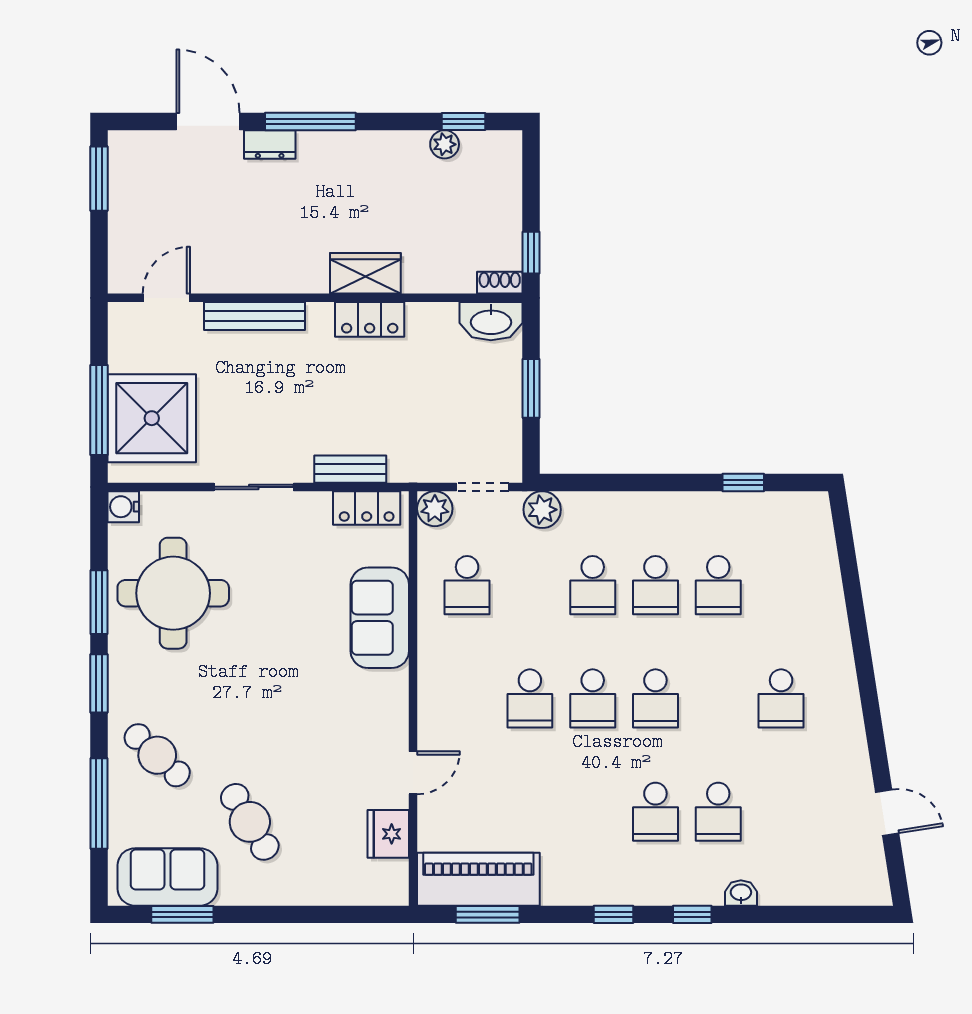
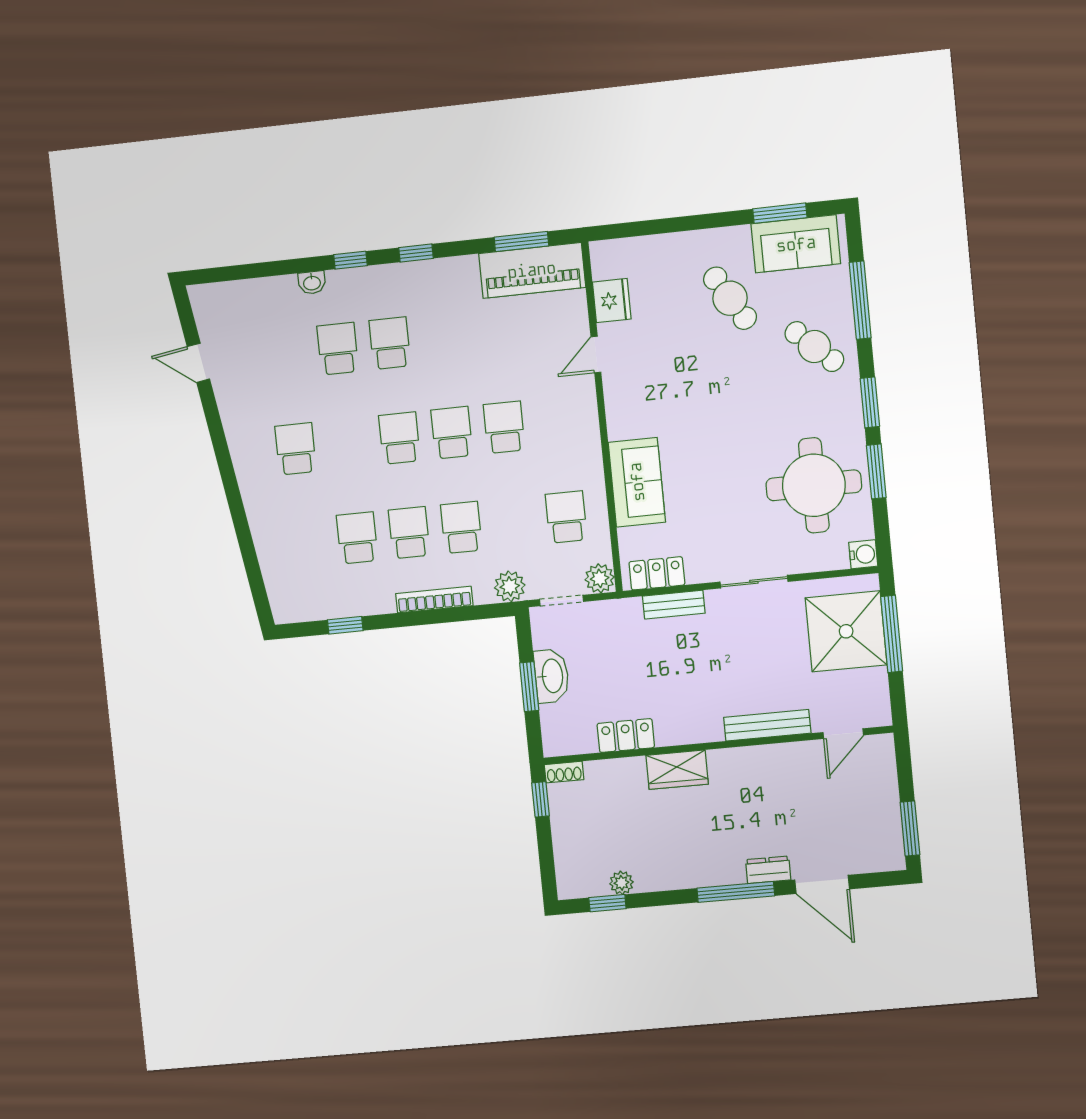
locker: (370, 319) -> (626, 736), moved
washbasin: (491, 321) -> (552, 676), moved, turned 90
bookcase: (634, 503) -> (434, 600), added

